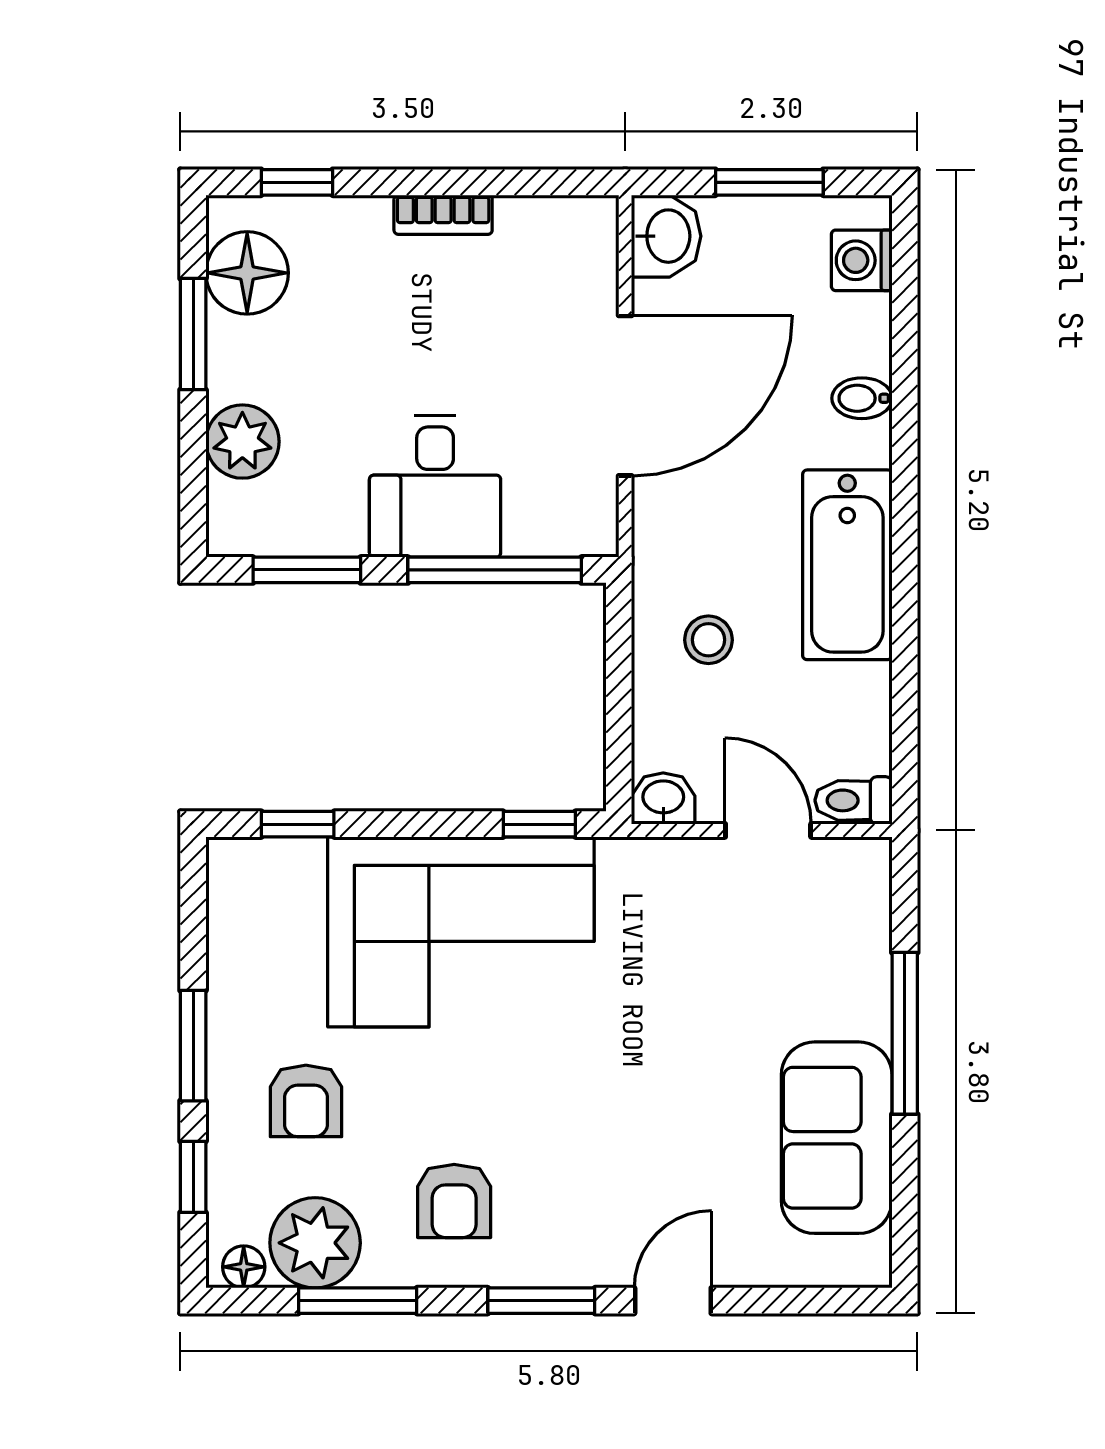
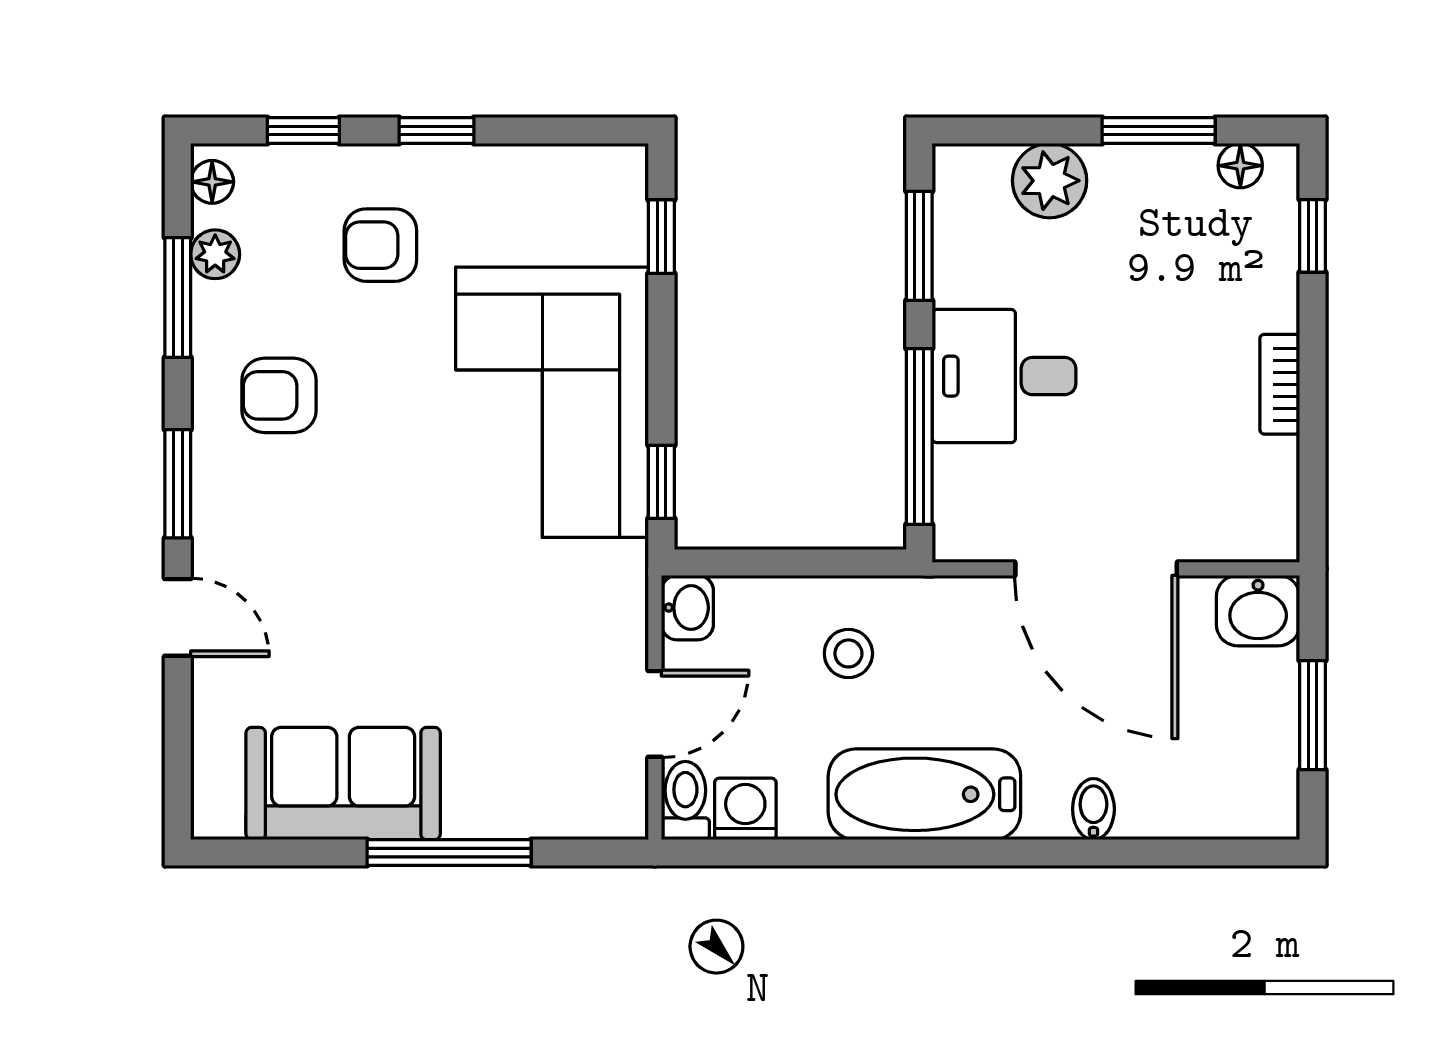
washing machine: (862, 260) -> (745, 809), moved
floor lamp: (247, 273) -> (1240, 166), width x0.53, depth x0.53
window: (193, 1046) -> (437, 130), width x0.67
plant: (315, 1243) -> (215, 254), width x0.53, depth x0.53

